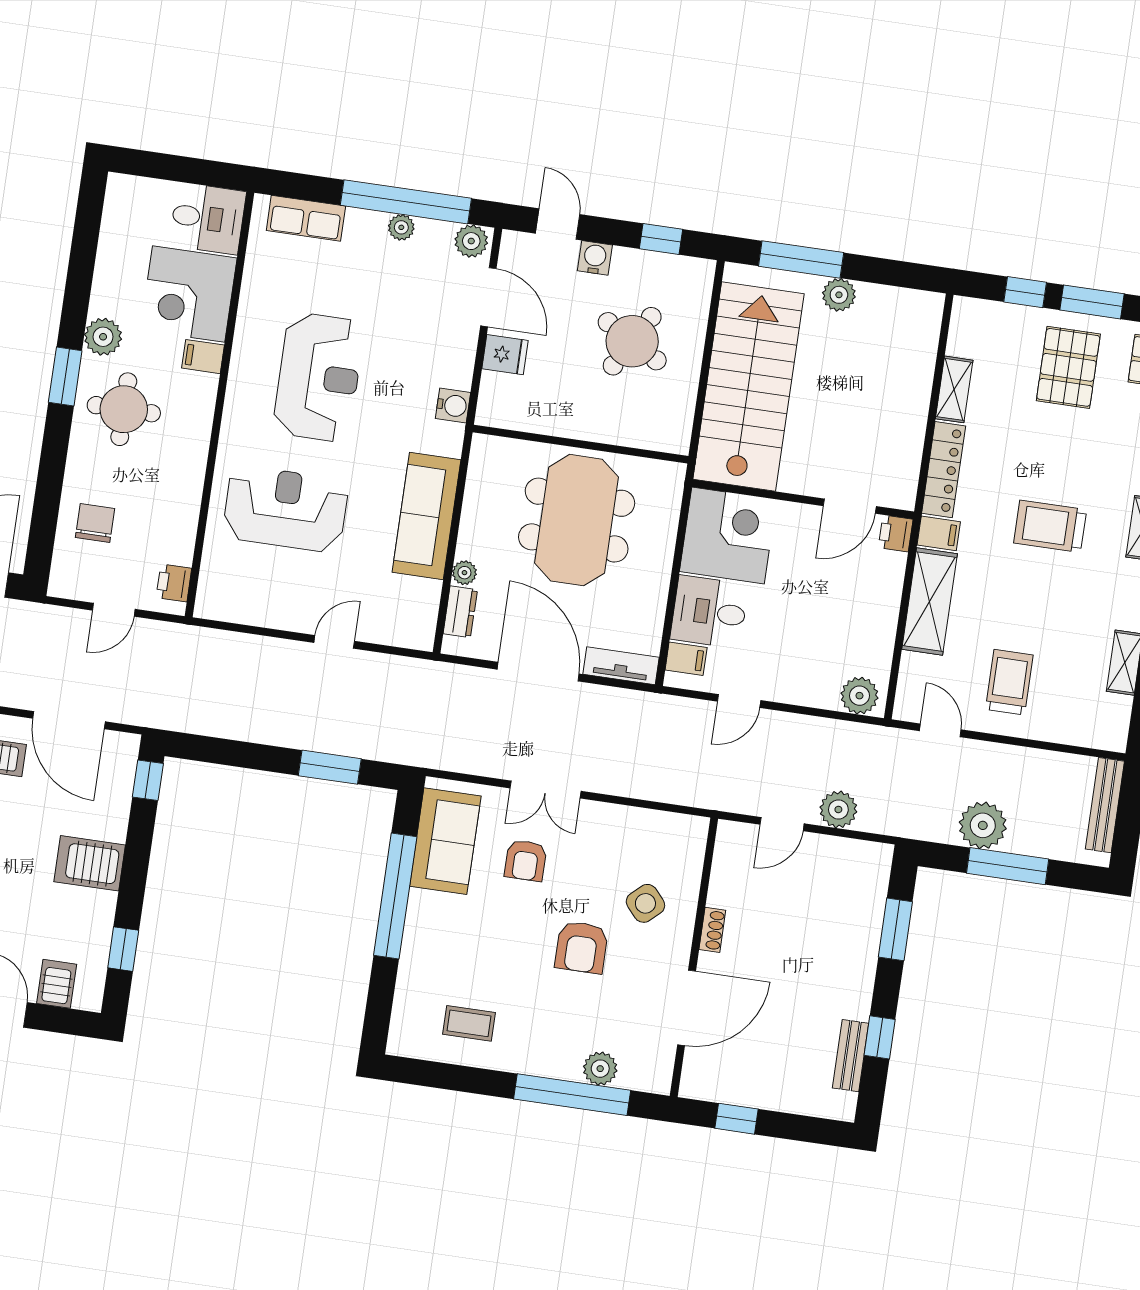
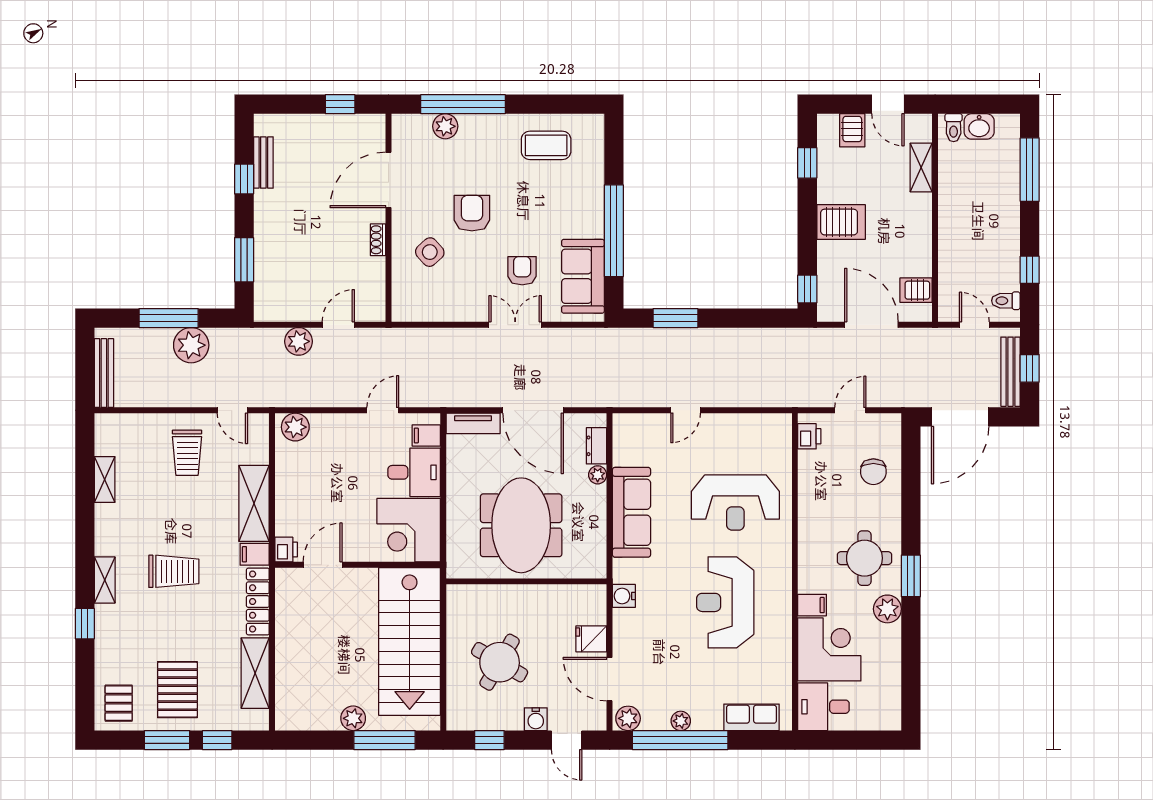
shelving: (954, 389) -> (255, 673), width x1.50, depth x1.33
coffee table: (469, 1023) -> (546, 145), width x1.36, depth x1.30

